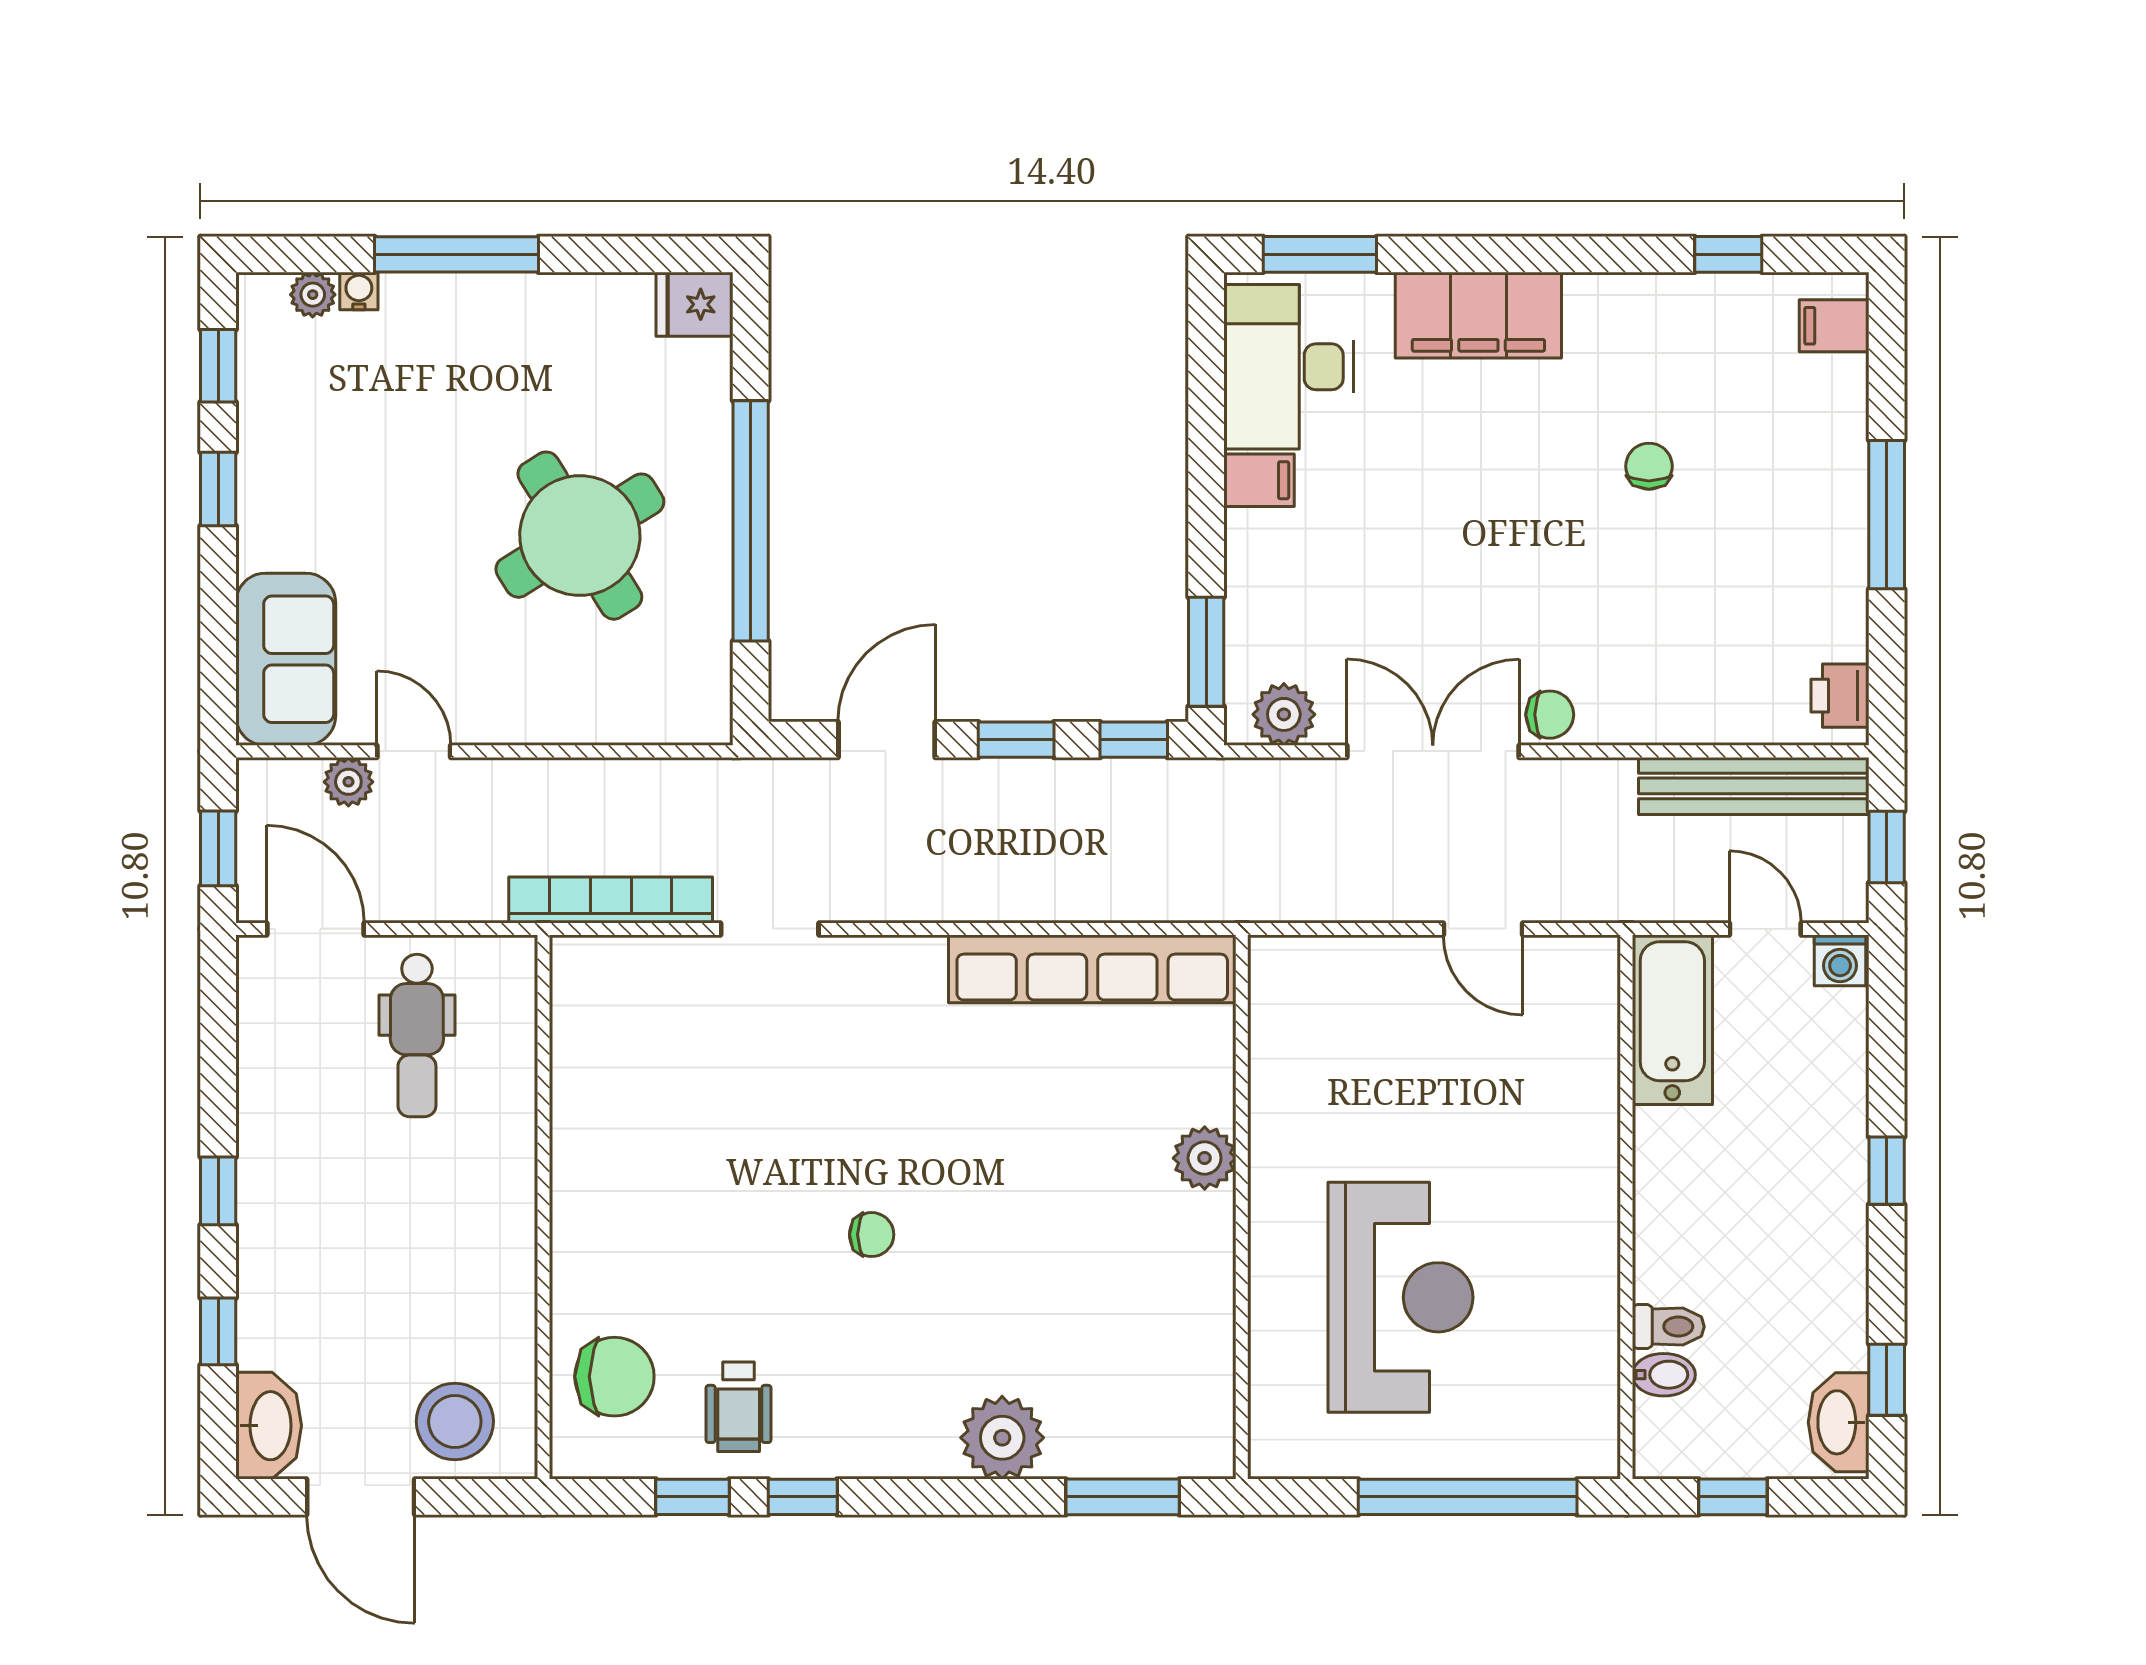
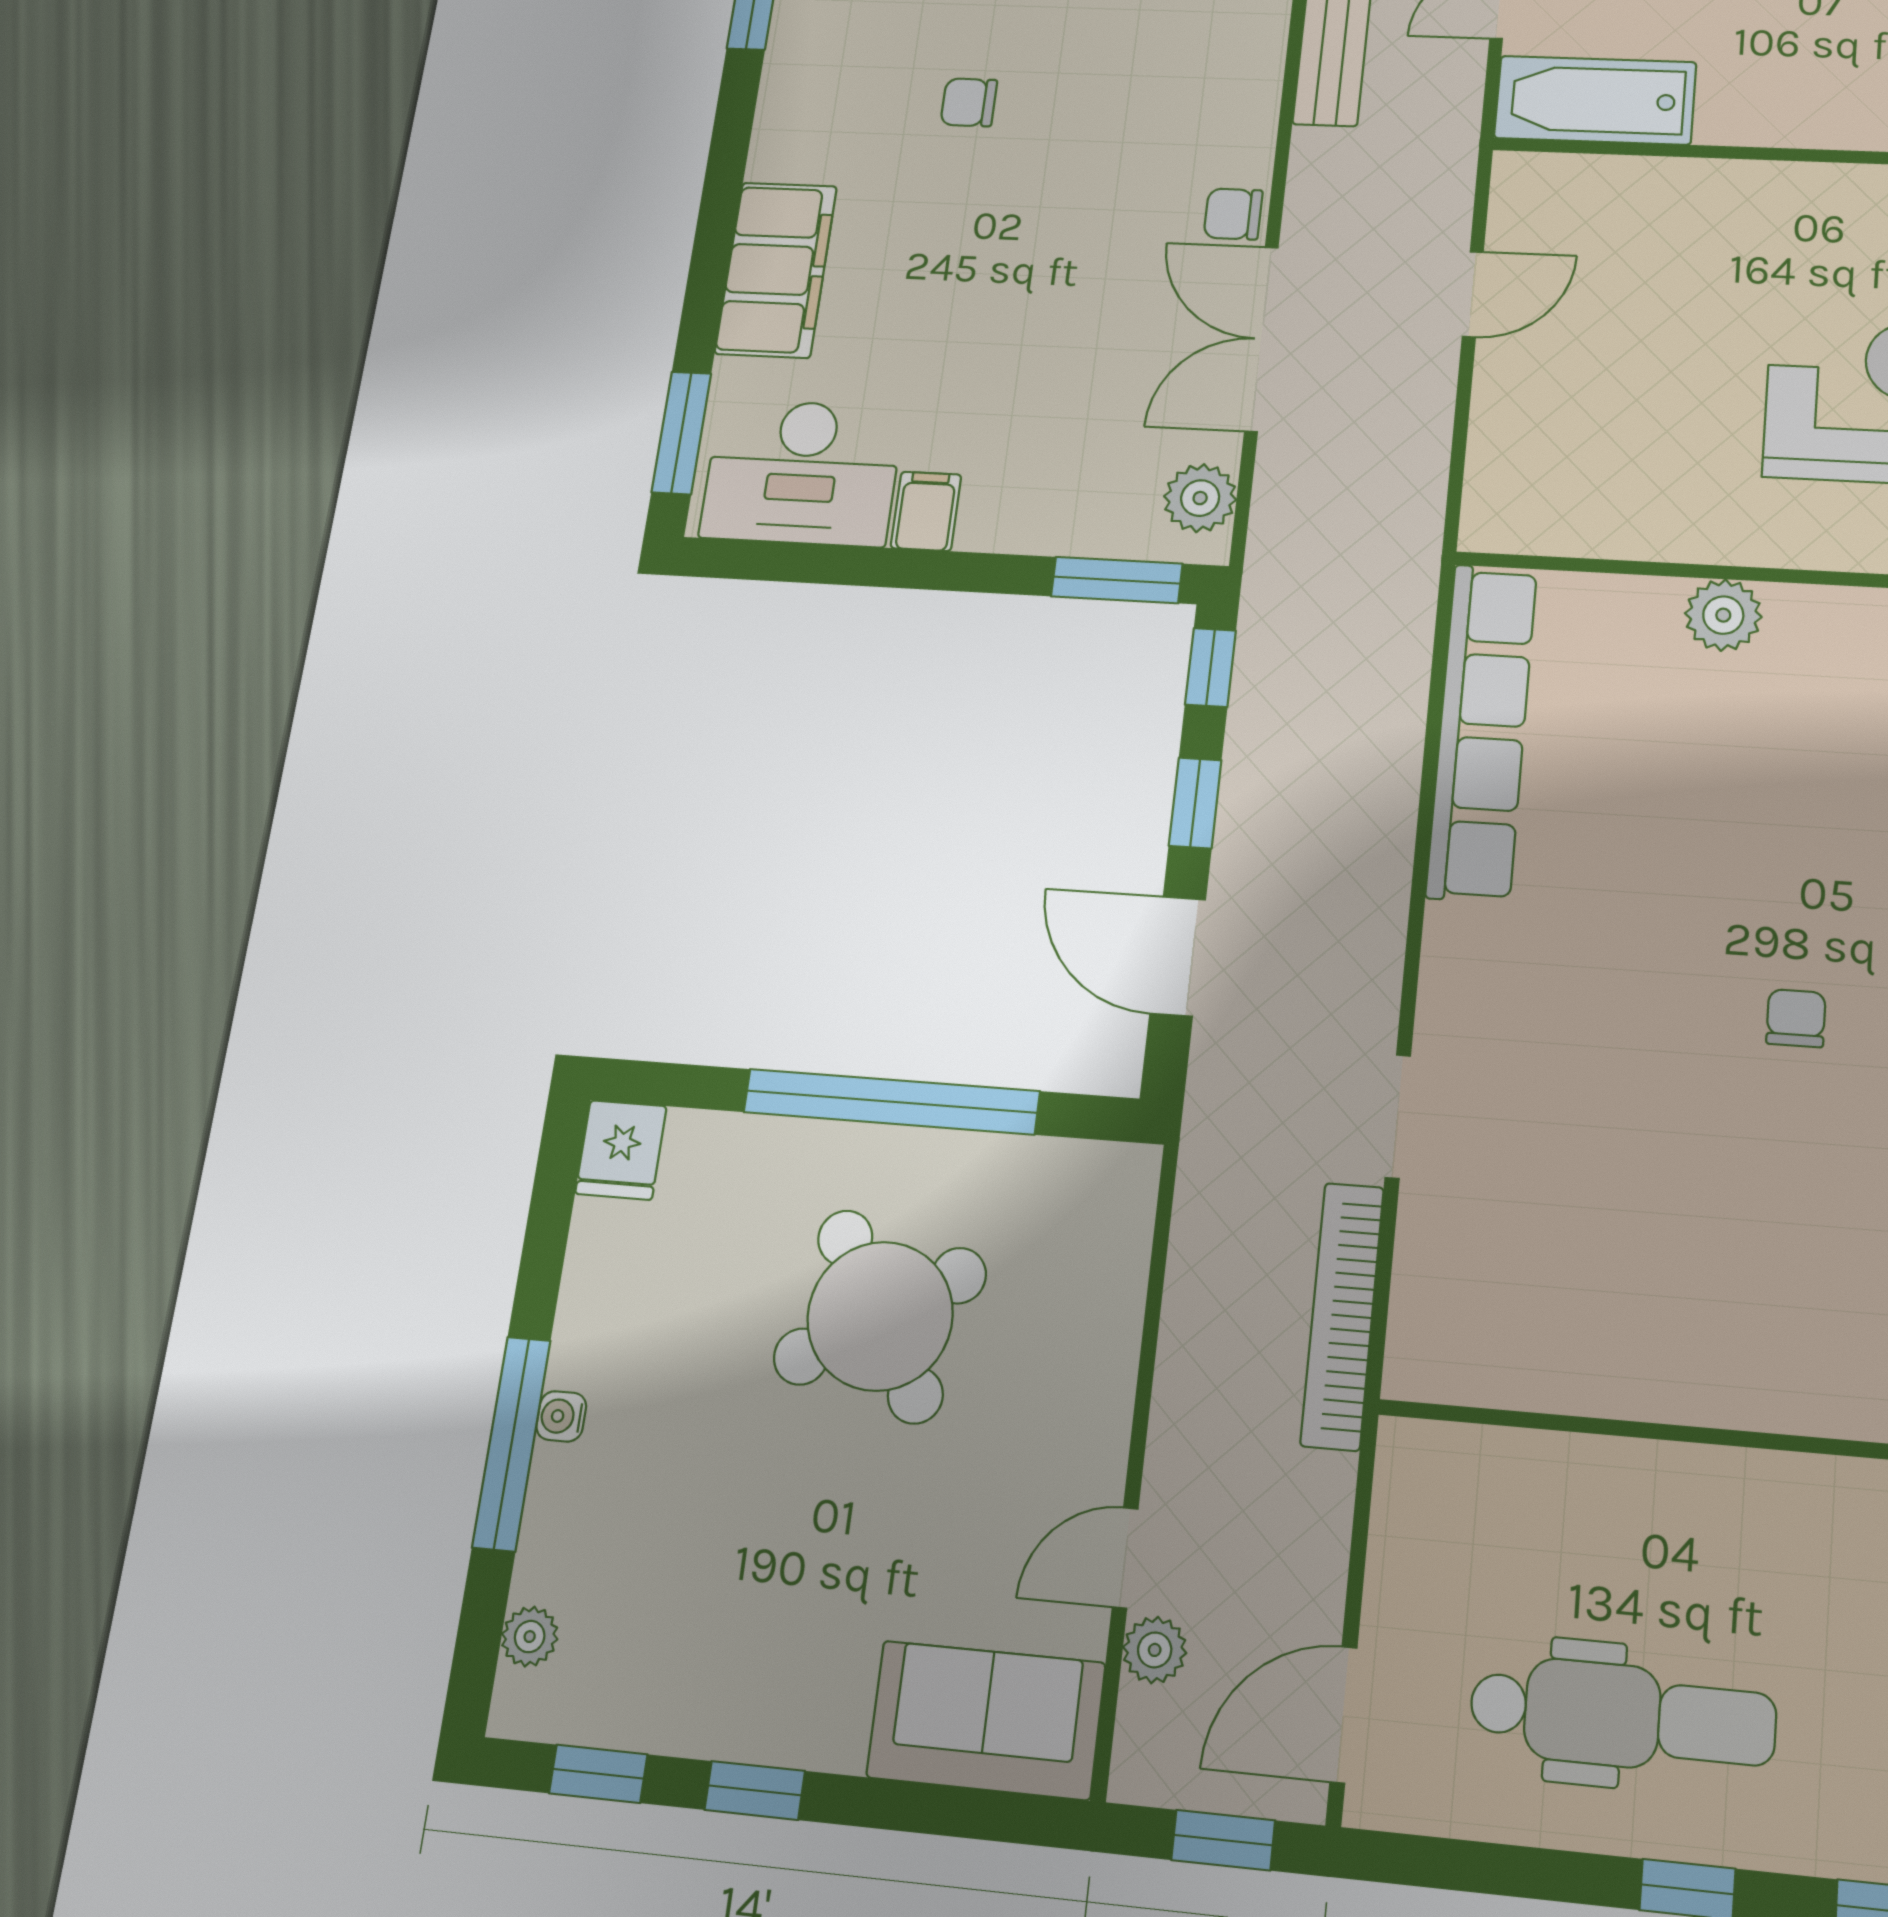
water cooler: (359, 291) -> (561, 1416), moved
chair: (1550, 715) -> (1233, 214), turned -90
dental chair: (417, 1035) -> (1623, 1716), moved, width x1.36, depth x1.38

